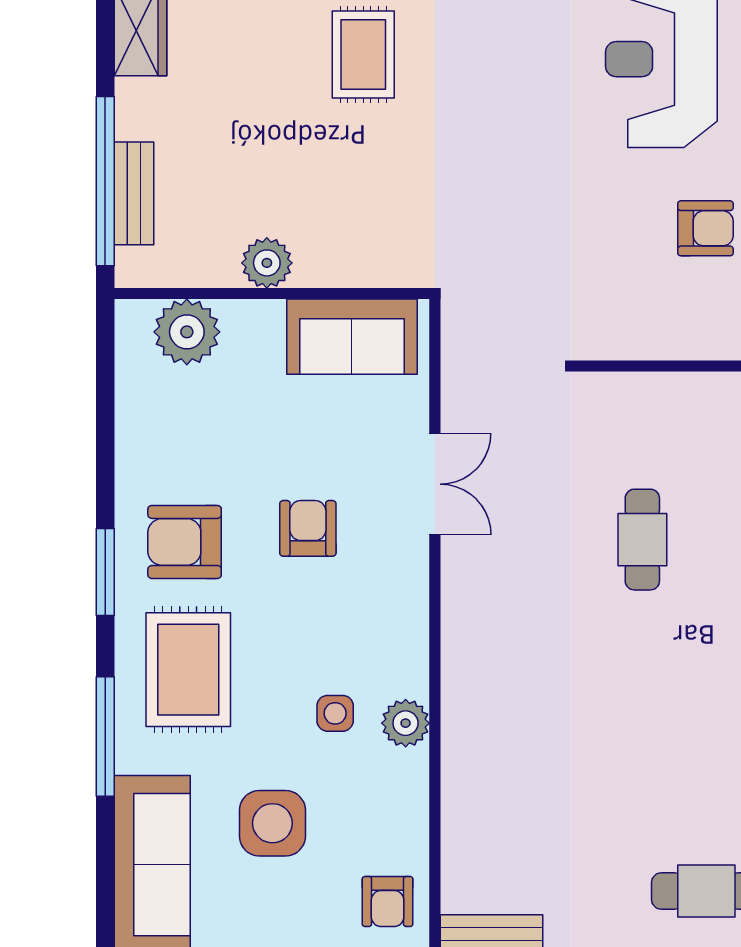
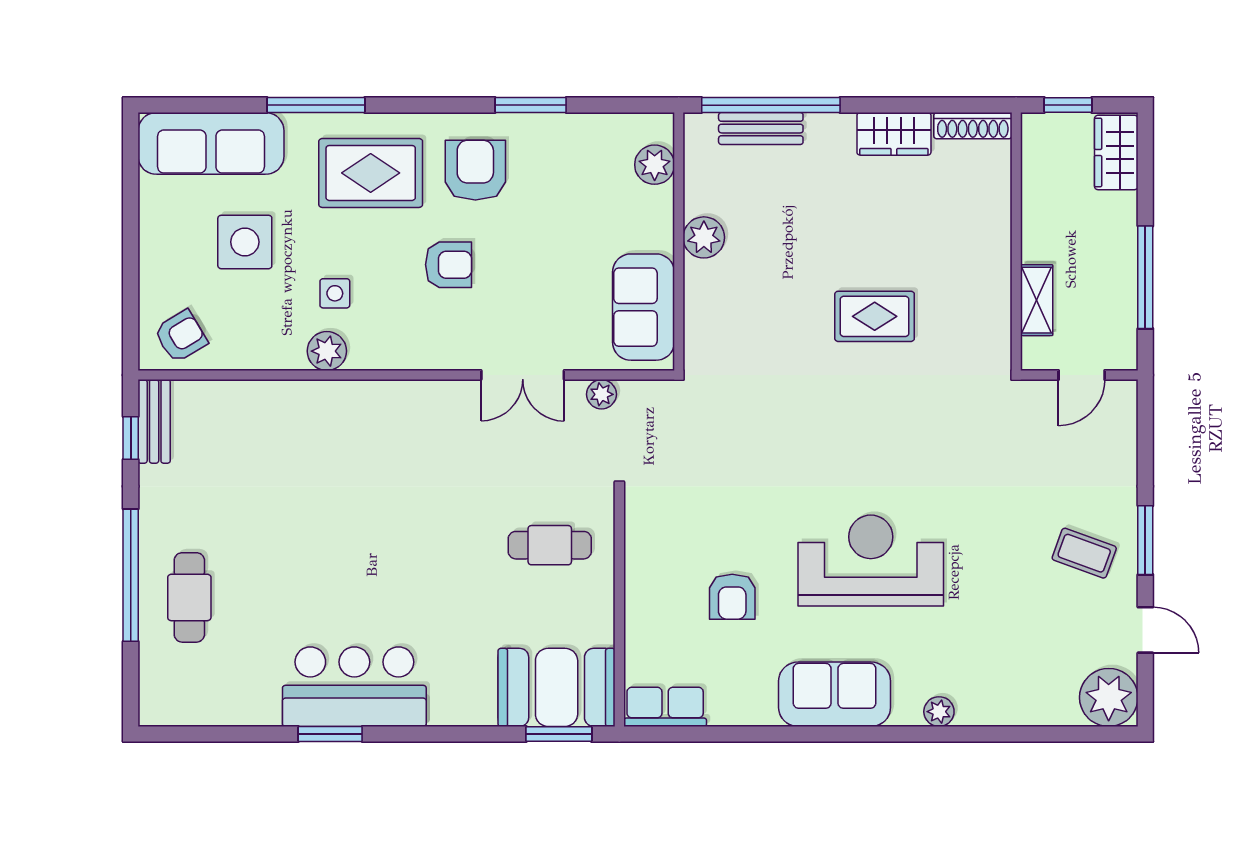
plant: (187, 332) -> (655, 165), width x0.73, depth x0.73
plant: (458, 388) -> (601, 394), added
armchair: (308, 528) -> (449, 265), moved
cafe table: (642, 540) -> (550, 545), moved
window: (105, 572) -> (531, 105), moved
armchair: (388, 901) -> (181, 336), turned 149

